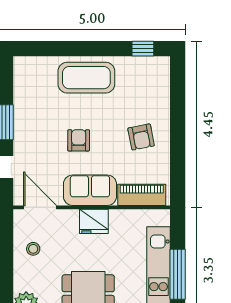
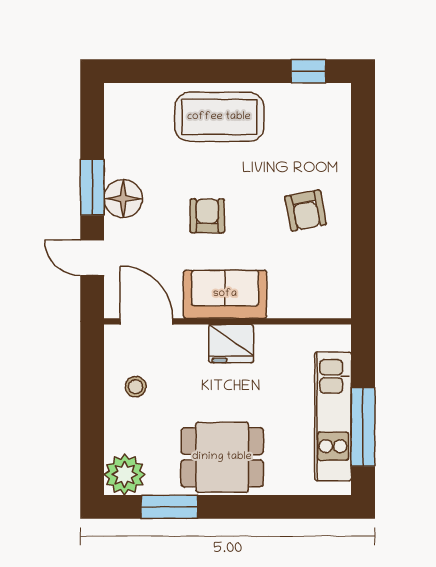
floor lamp: (25, 129) -> (123, 199), added
piano: (142, 195) -> (307, 302), removed

